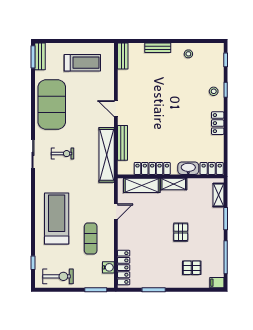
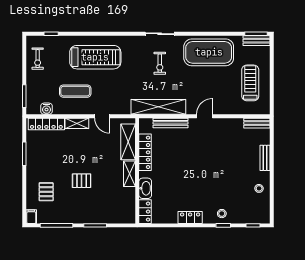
treadmill: (82, 63) -> (250, 83), turned 180
shelving: (218, 195) -> (77, 123), moved
exercise bike: (58, 276) -> (38, 59), width x0.73, depth x0.72

